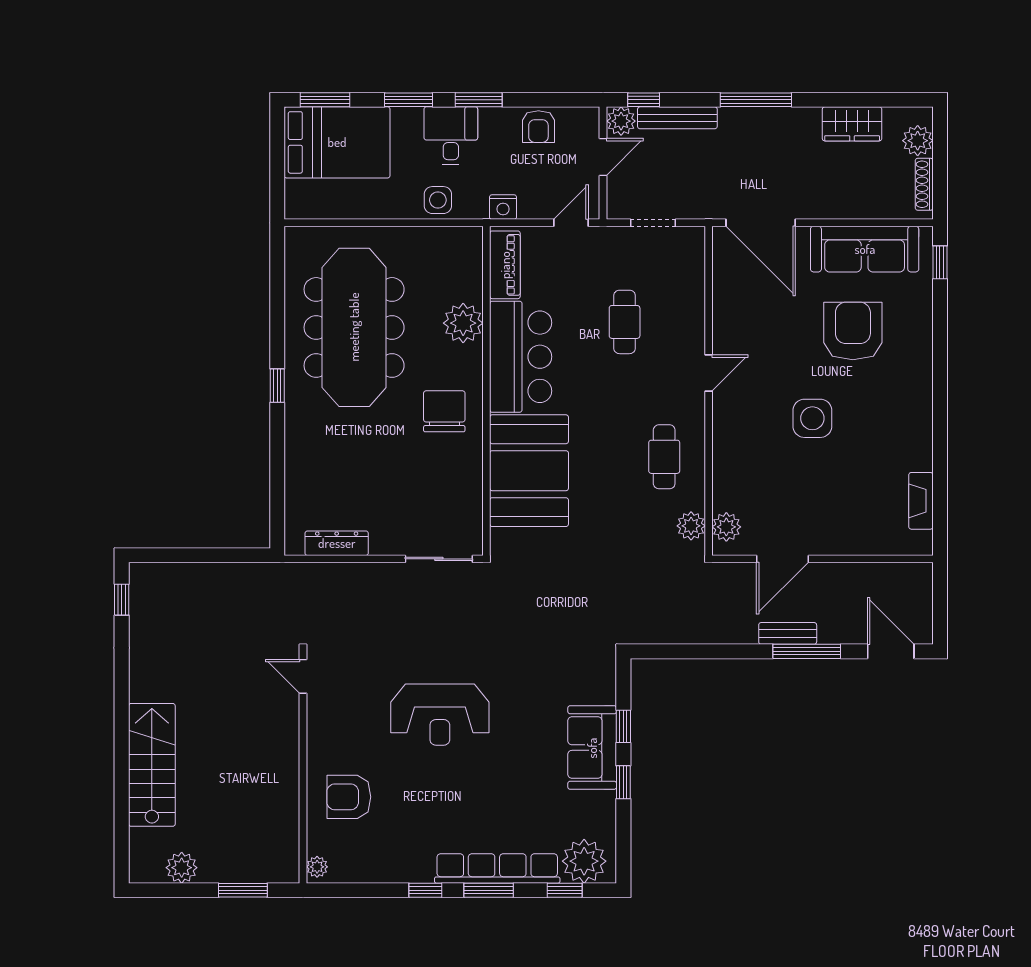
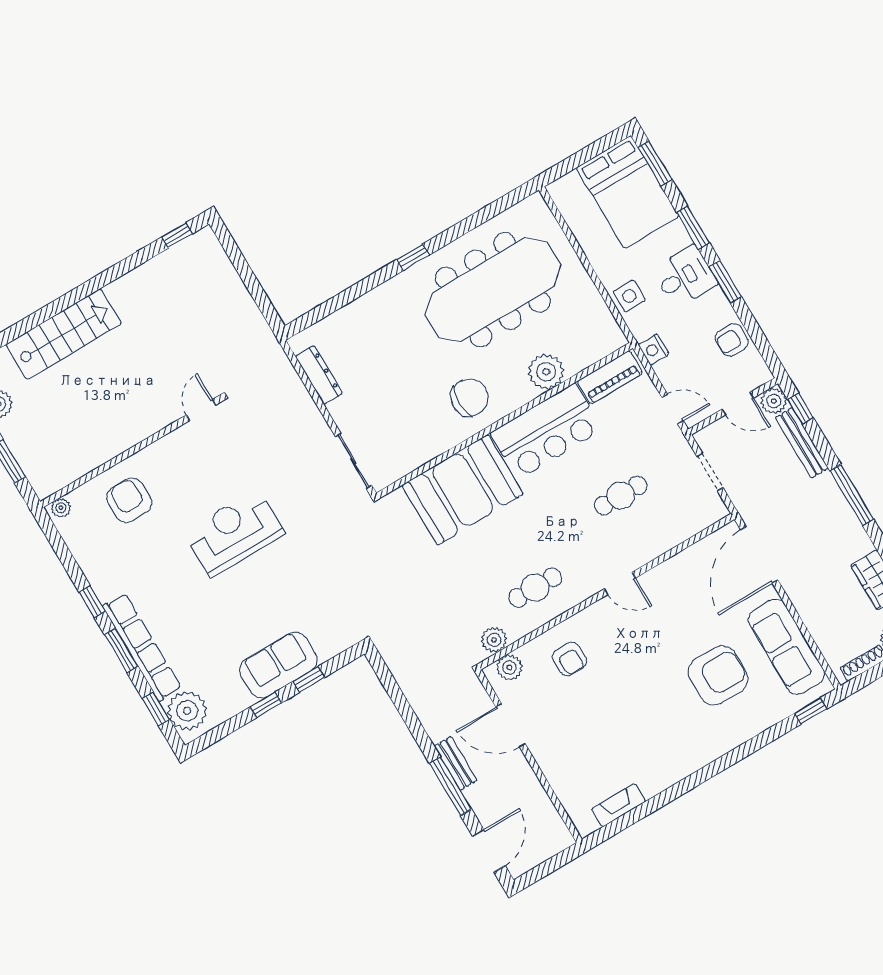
side table: (812, 418) -> (632, 684), removed
armchair: (752, 464) -> (569, 659), added
reception desk: (440, 715) -> (234, 533), turned 90

